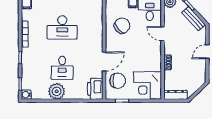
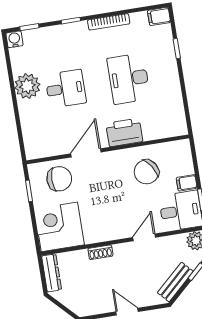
chair: (122, 26) -> (146, 172), turned 99
door: (104, 61) -> (86, 153), swing flipped
desk: (62, 68) -> (66, 89), turned 180
chair: (118, 81) -> (59, 179), turned -90
printer: (95, 89) -> (124, 132), moved

